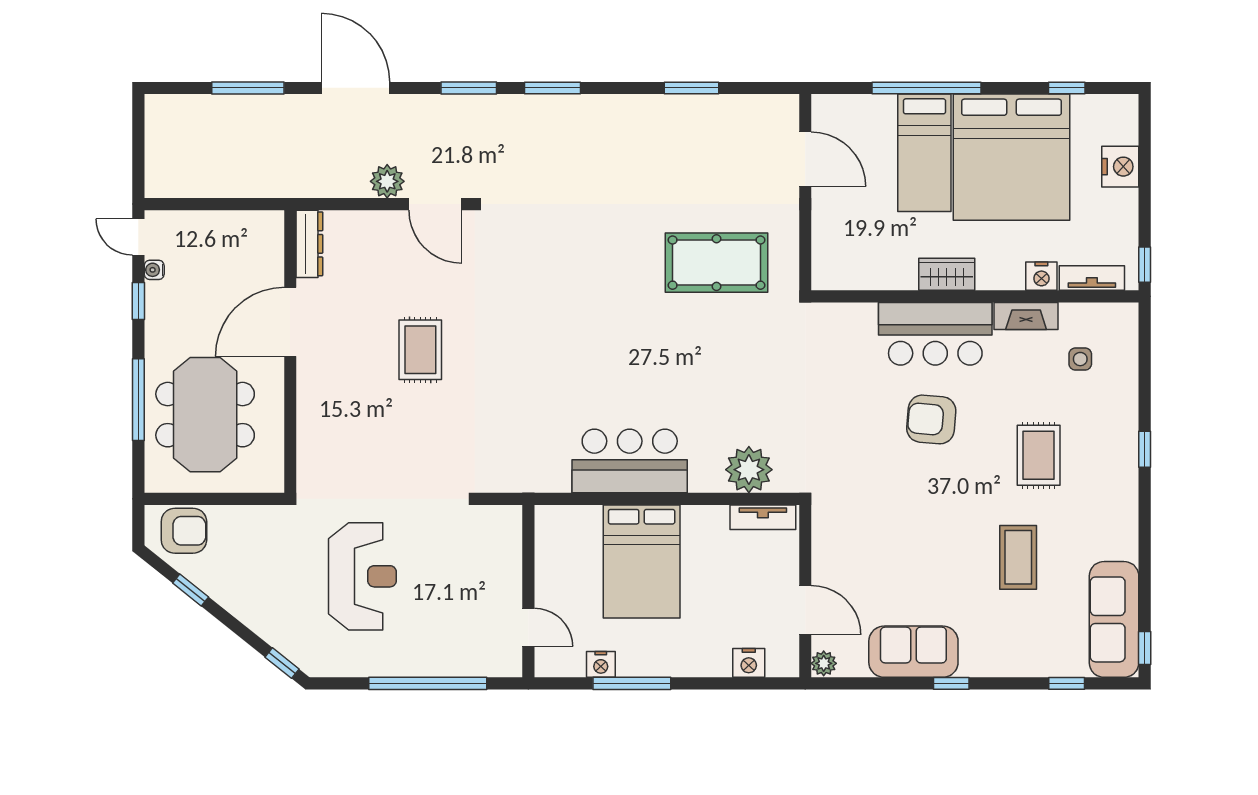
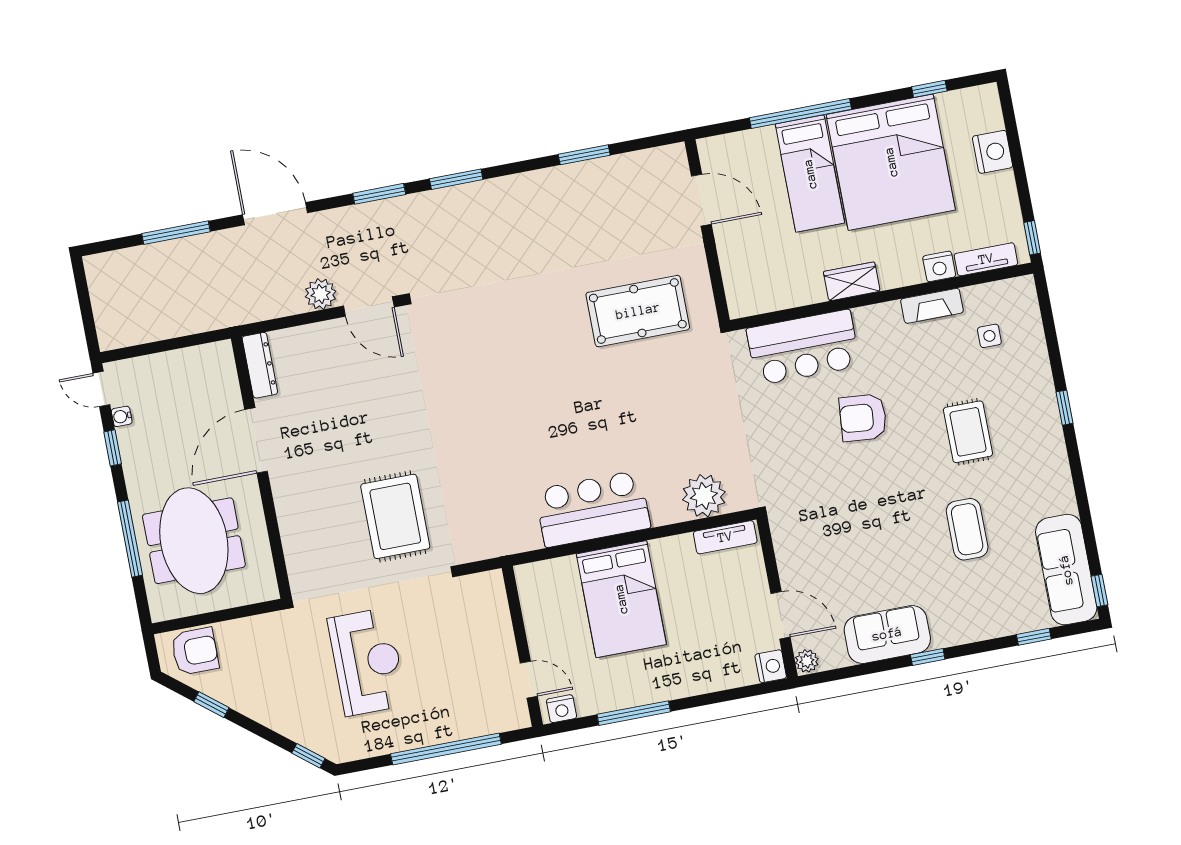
bar counter: (935, 334) -> (803, 347), moved
rug: (420, 350) -> (395, 516), moved, width x1.36, depth x1.43
nightstand: (749, 663) -> (771, 666), moved, turned -90
nightstand: (601, 664) -> (562, 709), moved

